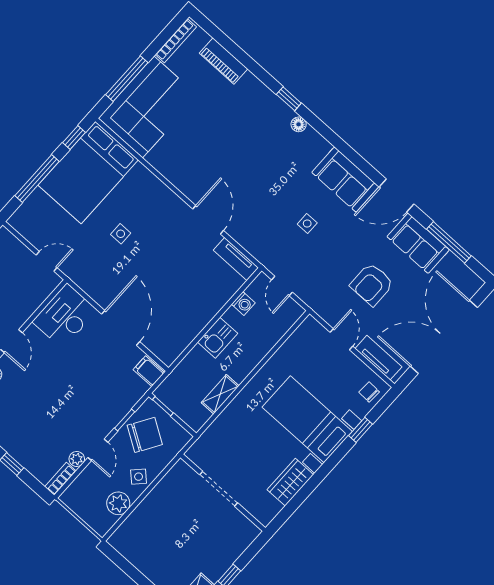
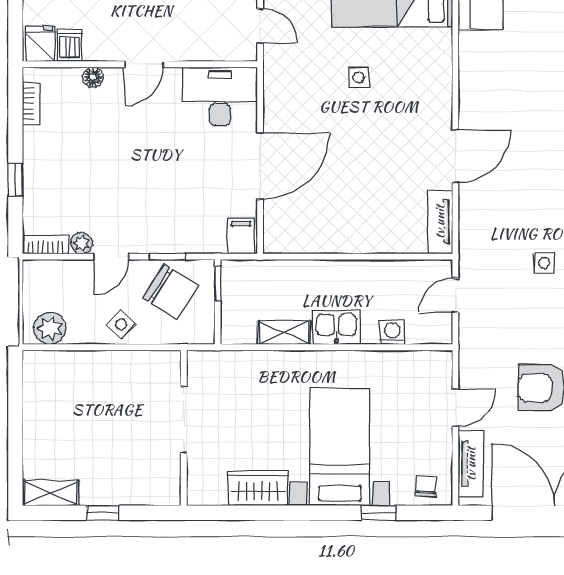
washing machine: (243, 304) -> (392, 332), moved, turned 180
kitchen sink: (218, 338) -> (336, 327), moved, turned 180
plant: (118, 503) -> (50, 328), moved

